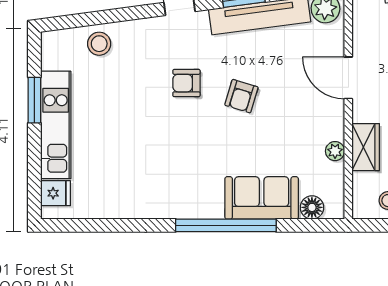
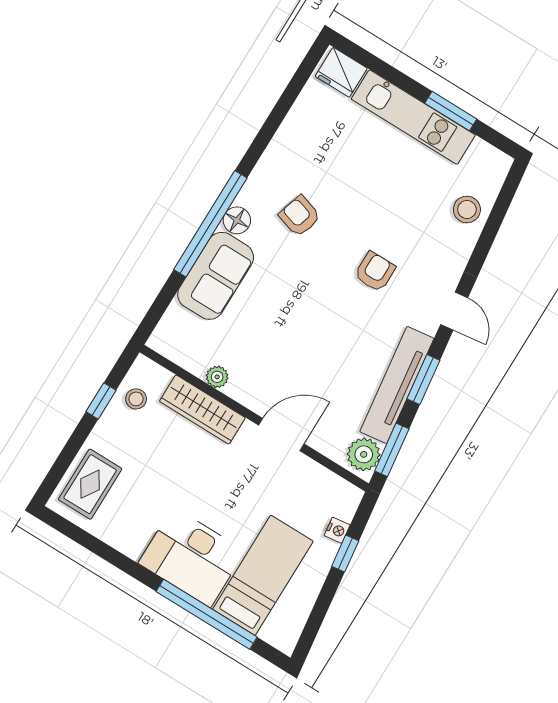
armchair: (241, 96) -> (300, 216), moved
wardrobe: (366, 147) -> (202, 409), width x1.50
fridge: (55, 193) -> (341, 72), width x1.38
floor lamp: (312, 207) -> (237, 220), moved

